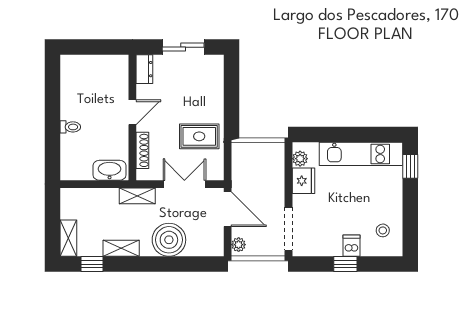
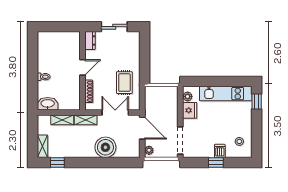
rug: (199, 136) -> (124, 83), turned 90
washbasin: (110, 170) -> (48, 104), moved
shelving: (121, 248) -> (62, 120), moved

